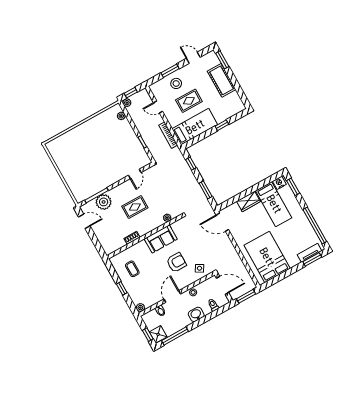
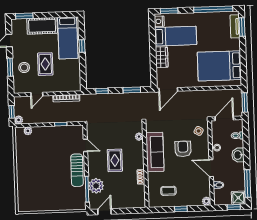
bed: (195, 127) -> (68, 38), moved, turned 180
sun lounger: (109, 178) -> (77, 170), added
sofa: (161, 239) -> (155, 152), width x1.36

